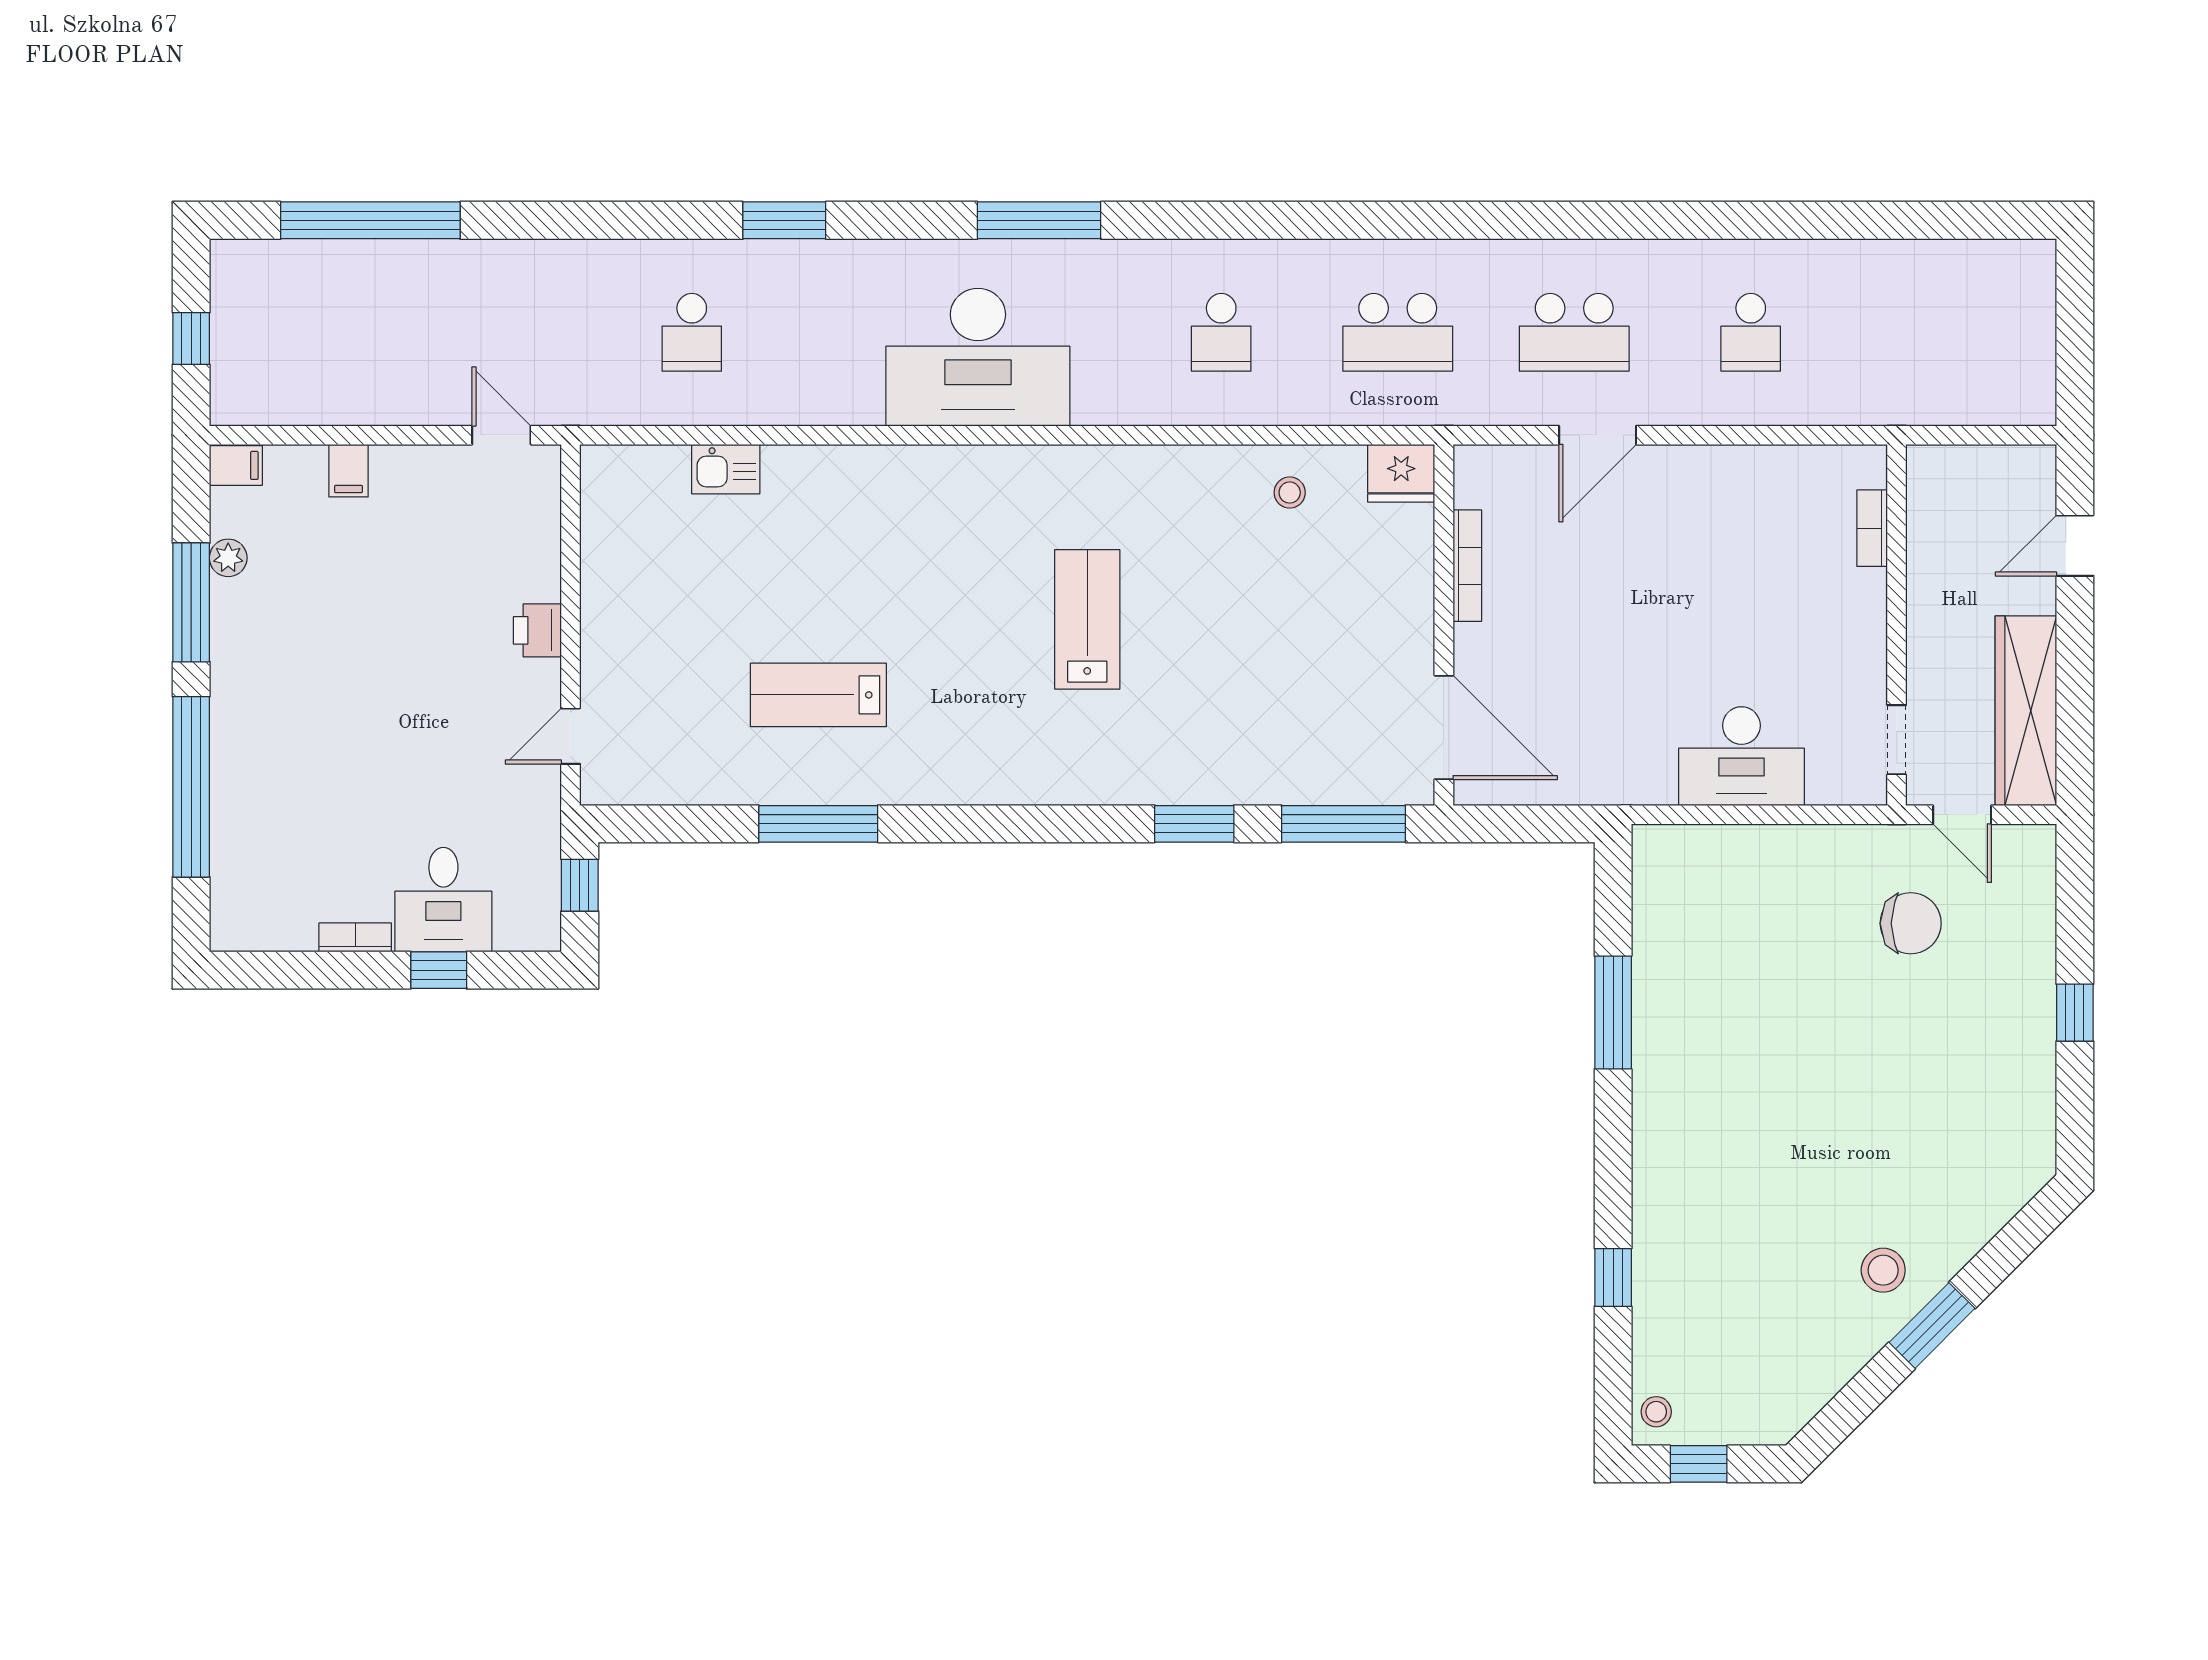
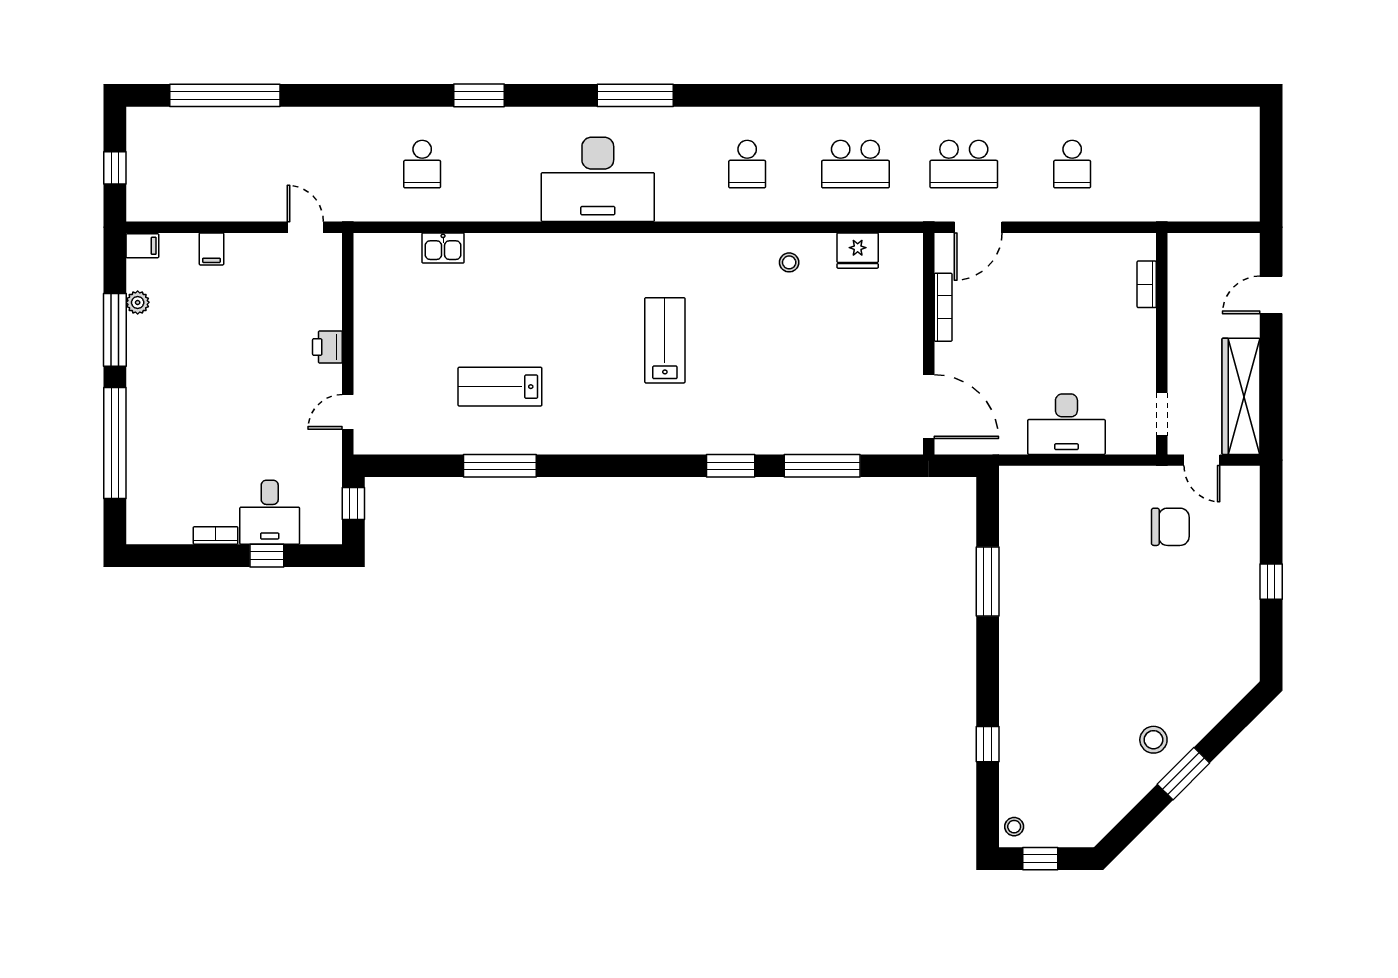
bookcase: (1467, 566) -> (943, 307), moved
wall: (1444, 625) -> (929, 344), moved
door: (1444, 727) -> (929, 407), moved

